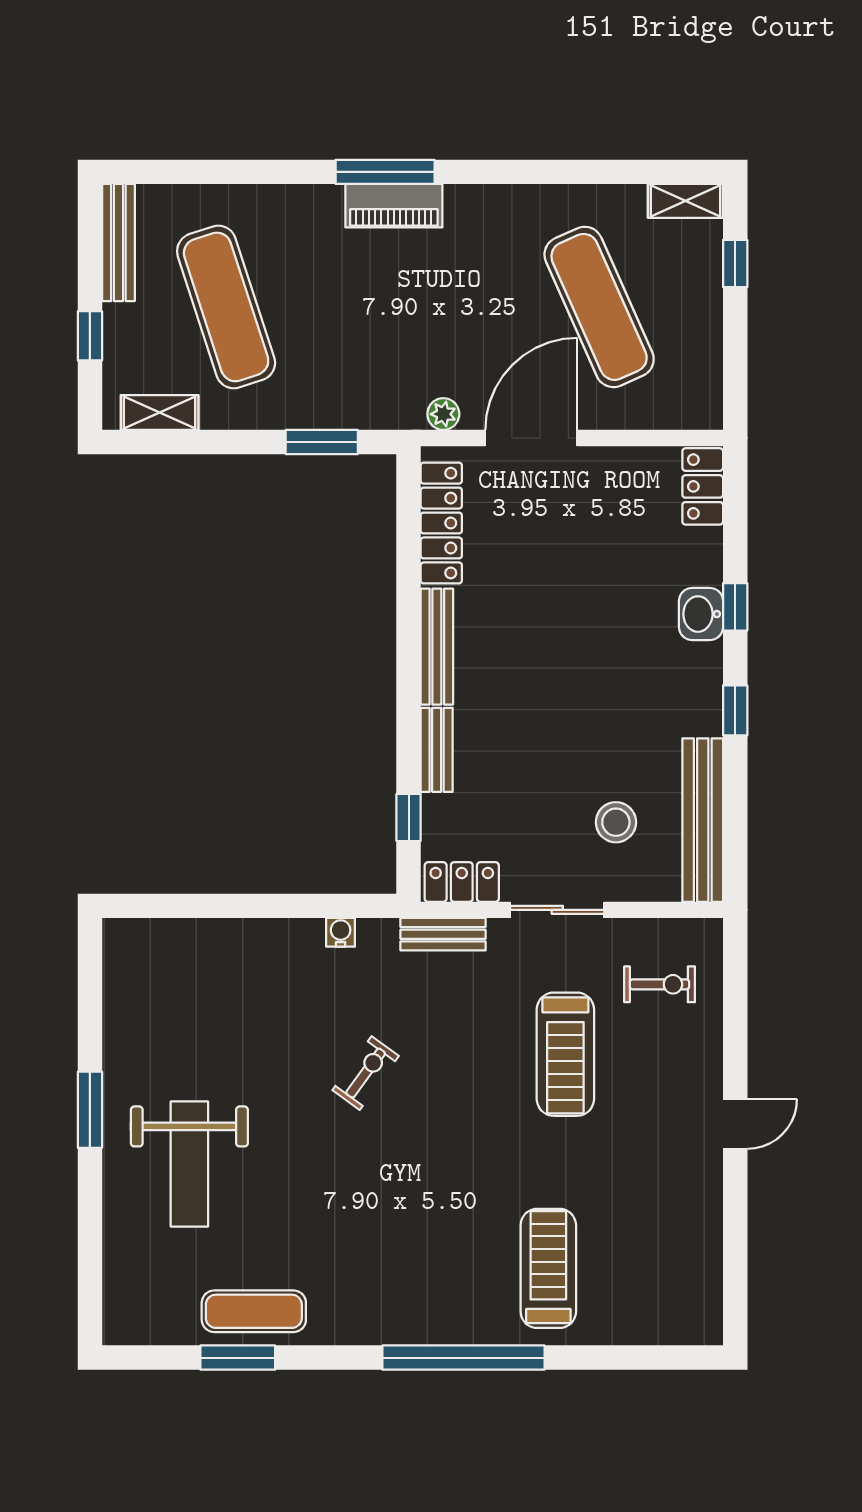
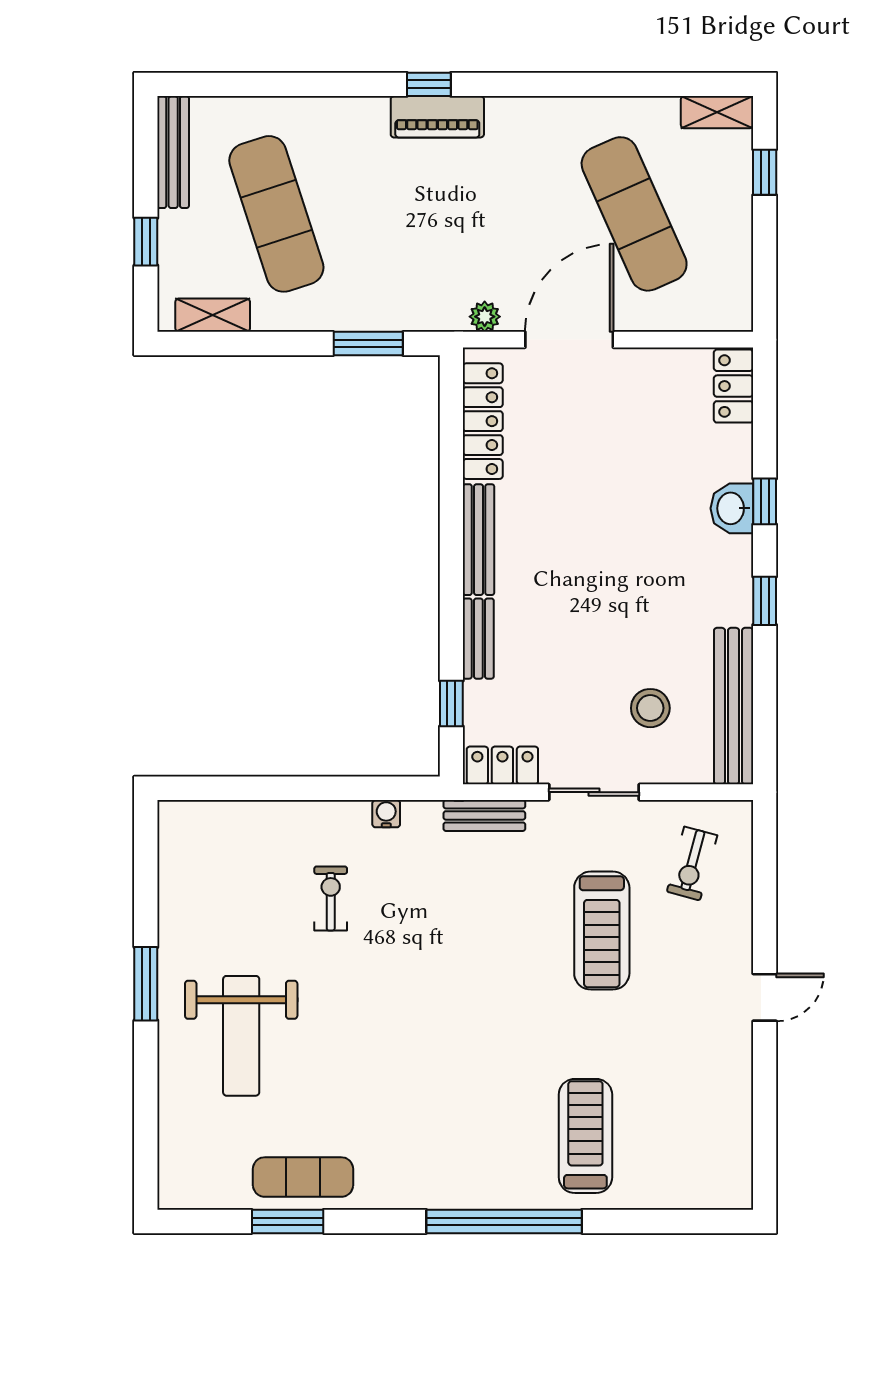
window: (385, 172) -> (429, 84), width x0.46
exercise bike: (660, 984) -> (692, 863), turned 105
exercise bike: (366, 1073) -> (331, 898), moved, turned -36

